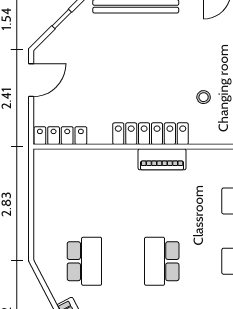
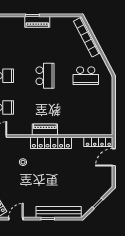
door: (31, 80) -> (114, 157), moved
school desk: (84, 261) -> (86, 76), turned -90

